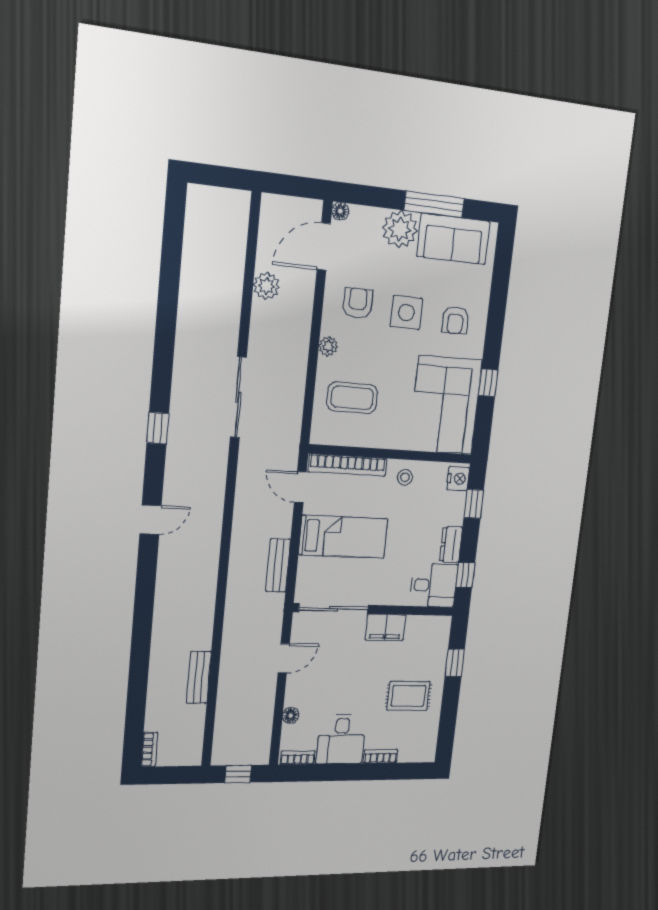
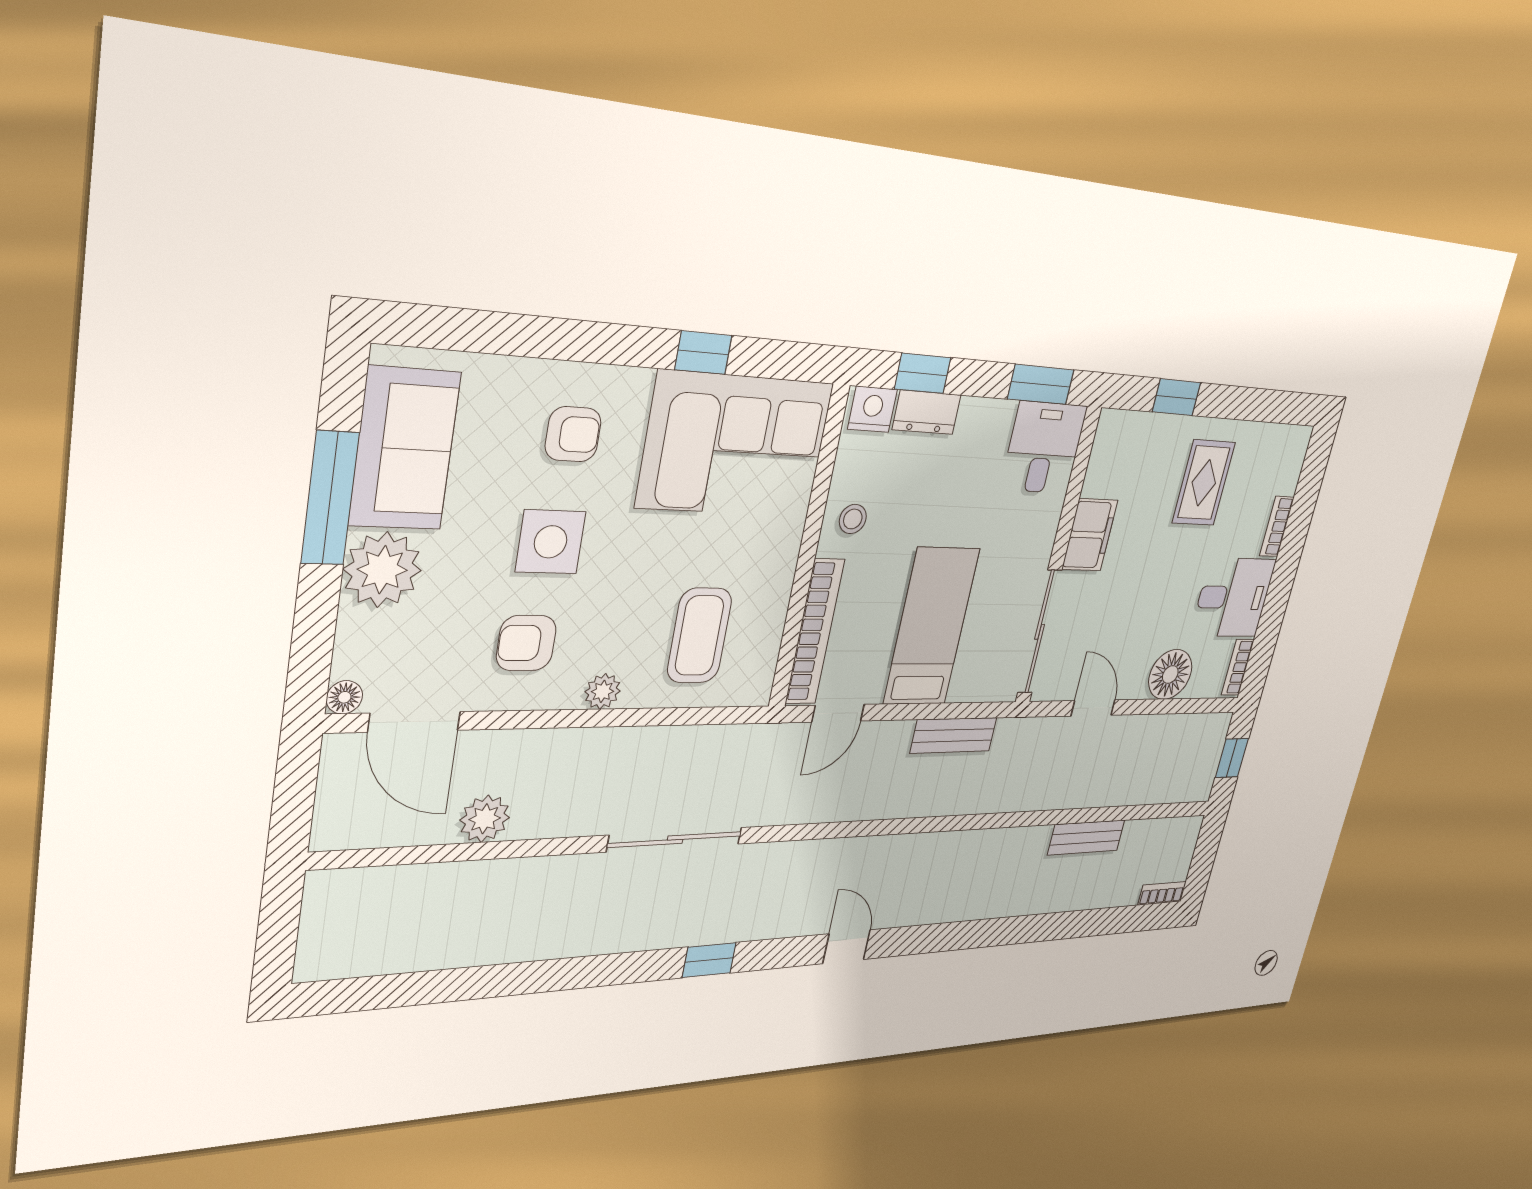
dresser: (451, 545) -> (927, 412), moved
window: (465, 575) -> (1041, 384), width x1.50
floor lamp: (291, 716) -> (1170, 675), width x1.89, depth x1.89

